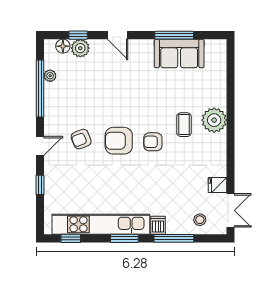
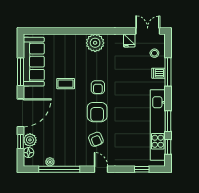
door: (118, 35) -> (20, 113), width x1.88
sofa: (179, 53) -> (34, 62), width x1.36
plant: (214, 120) -> (95, 43), moved
coffee table: (184, 125) -> (66, 84), moved
window: (40, 185) -> (142, 169), moved
dishwasher: (158, 225) -> (158, 73), moved
window: (124, 238) -> (168, 121), moved

